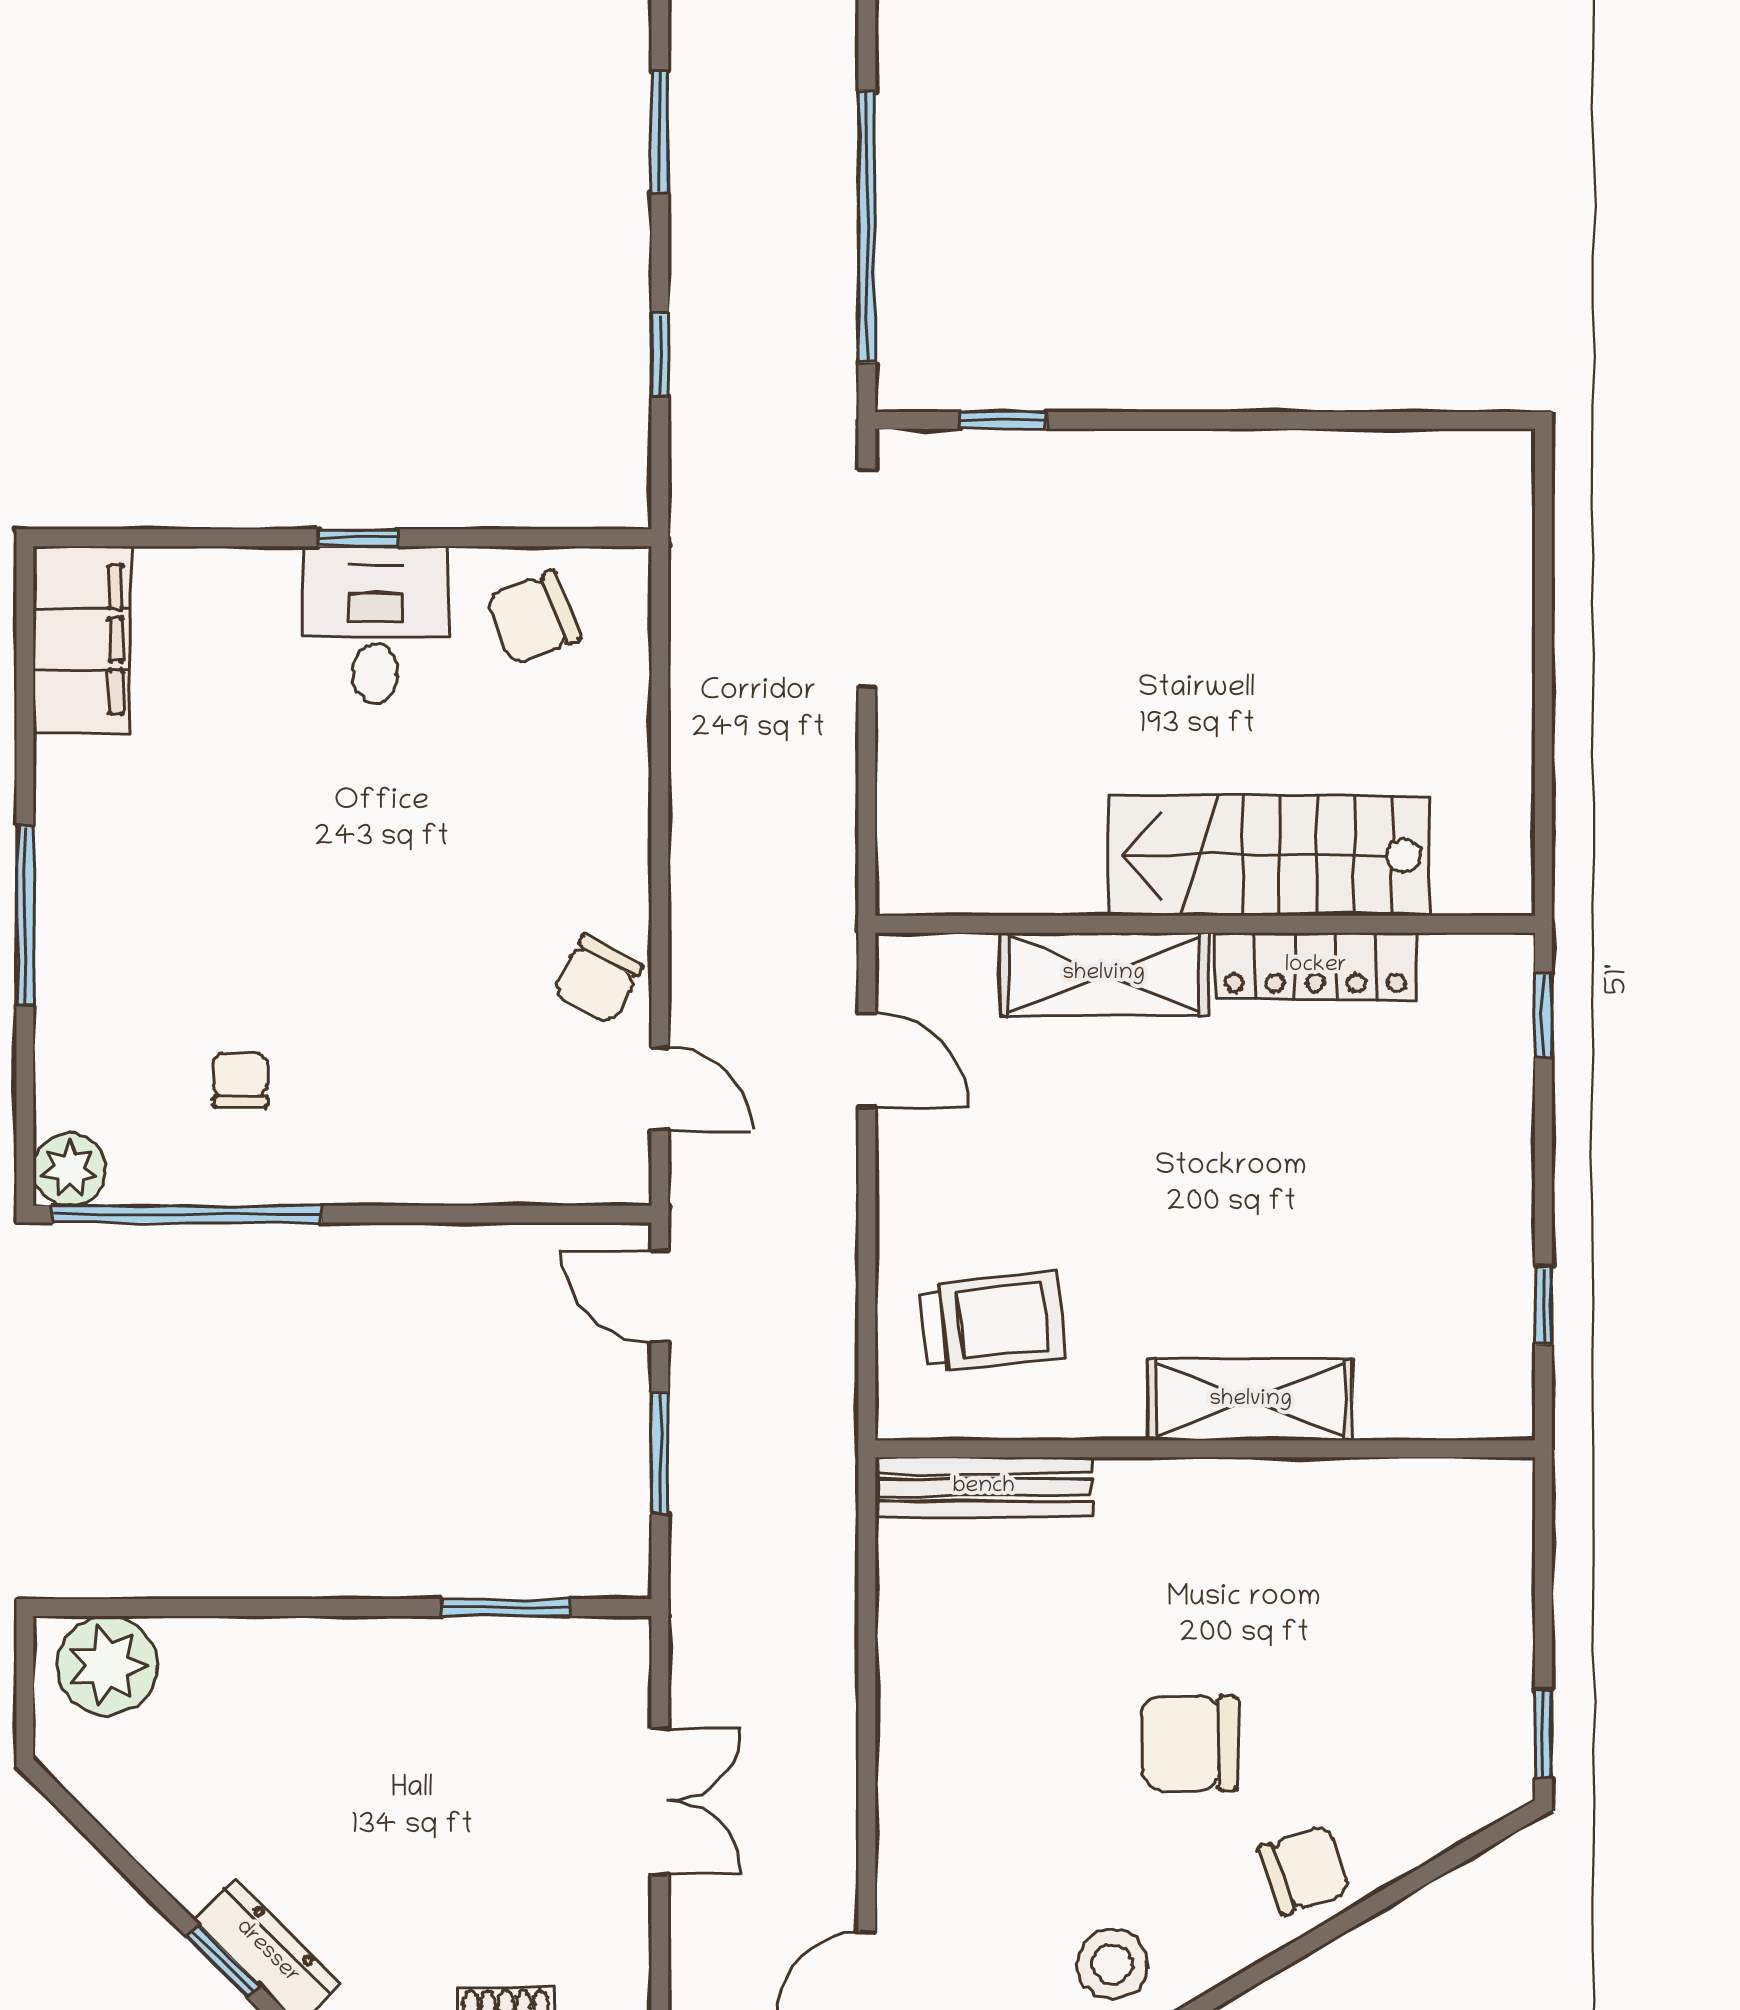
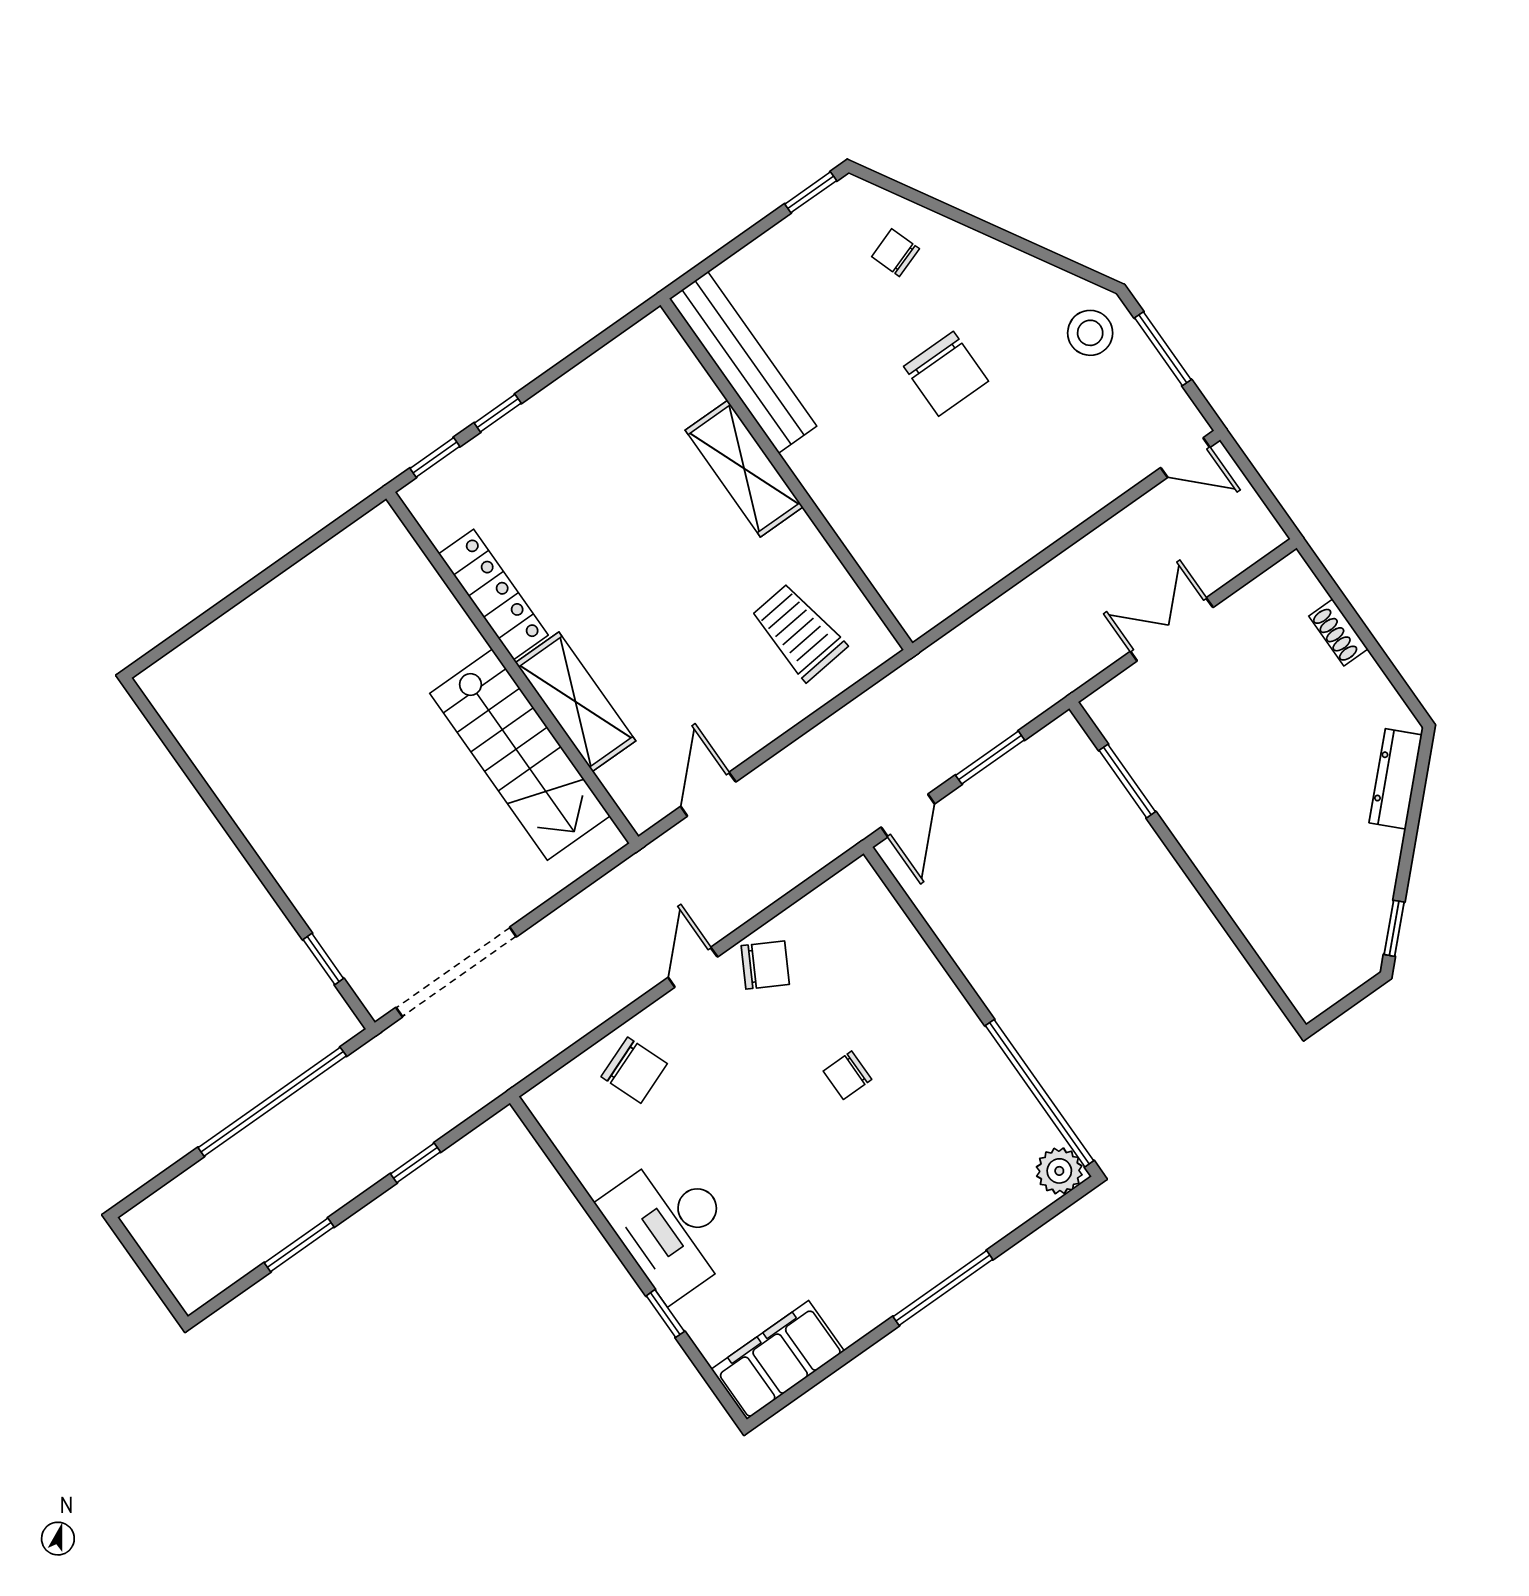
window: (358, 538) -> (665, 1314), moved
chair: (533, 618) -> (634, 1070), moved
desk: (376, 625) -> (672, 1226), width x1.37
stairs: (1270, 856) -> (520, 755), moved
chair: (241, 1080) -> (847, 1075), moved
door: (660, 1089) -> (693, 967), moved
window: (1543, 1305) -> (498, 413), moved
bench: (984, 1487) -> (743, 362), moved, width x1.37, depth x1.21
plant: (107, 1666) -> (1305, 968), removed
chair: (1304, 1870) -> (896, 253), moved, width x0.73, depth x0.73
window: (223, 1961) -> (1394, 928), moved

